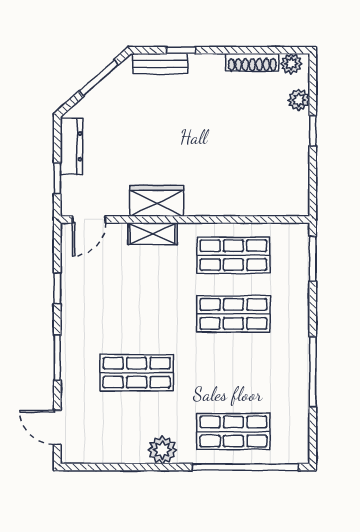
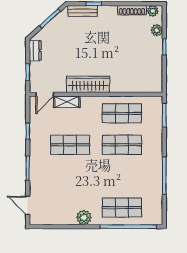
dresser: (71, 146) -> (35, 51), width x0.70
wardrobe: (157, 201) -> (88, 84), width x1.50
shelving: (153, 234) -> (67, 102), moved
shop shelf: (137, 373) -> (70, 145), moved

